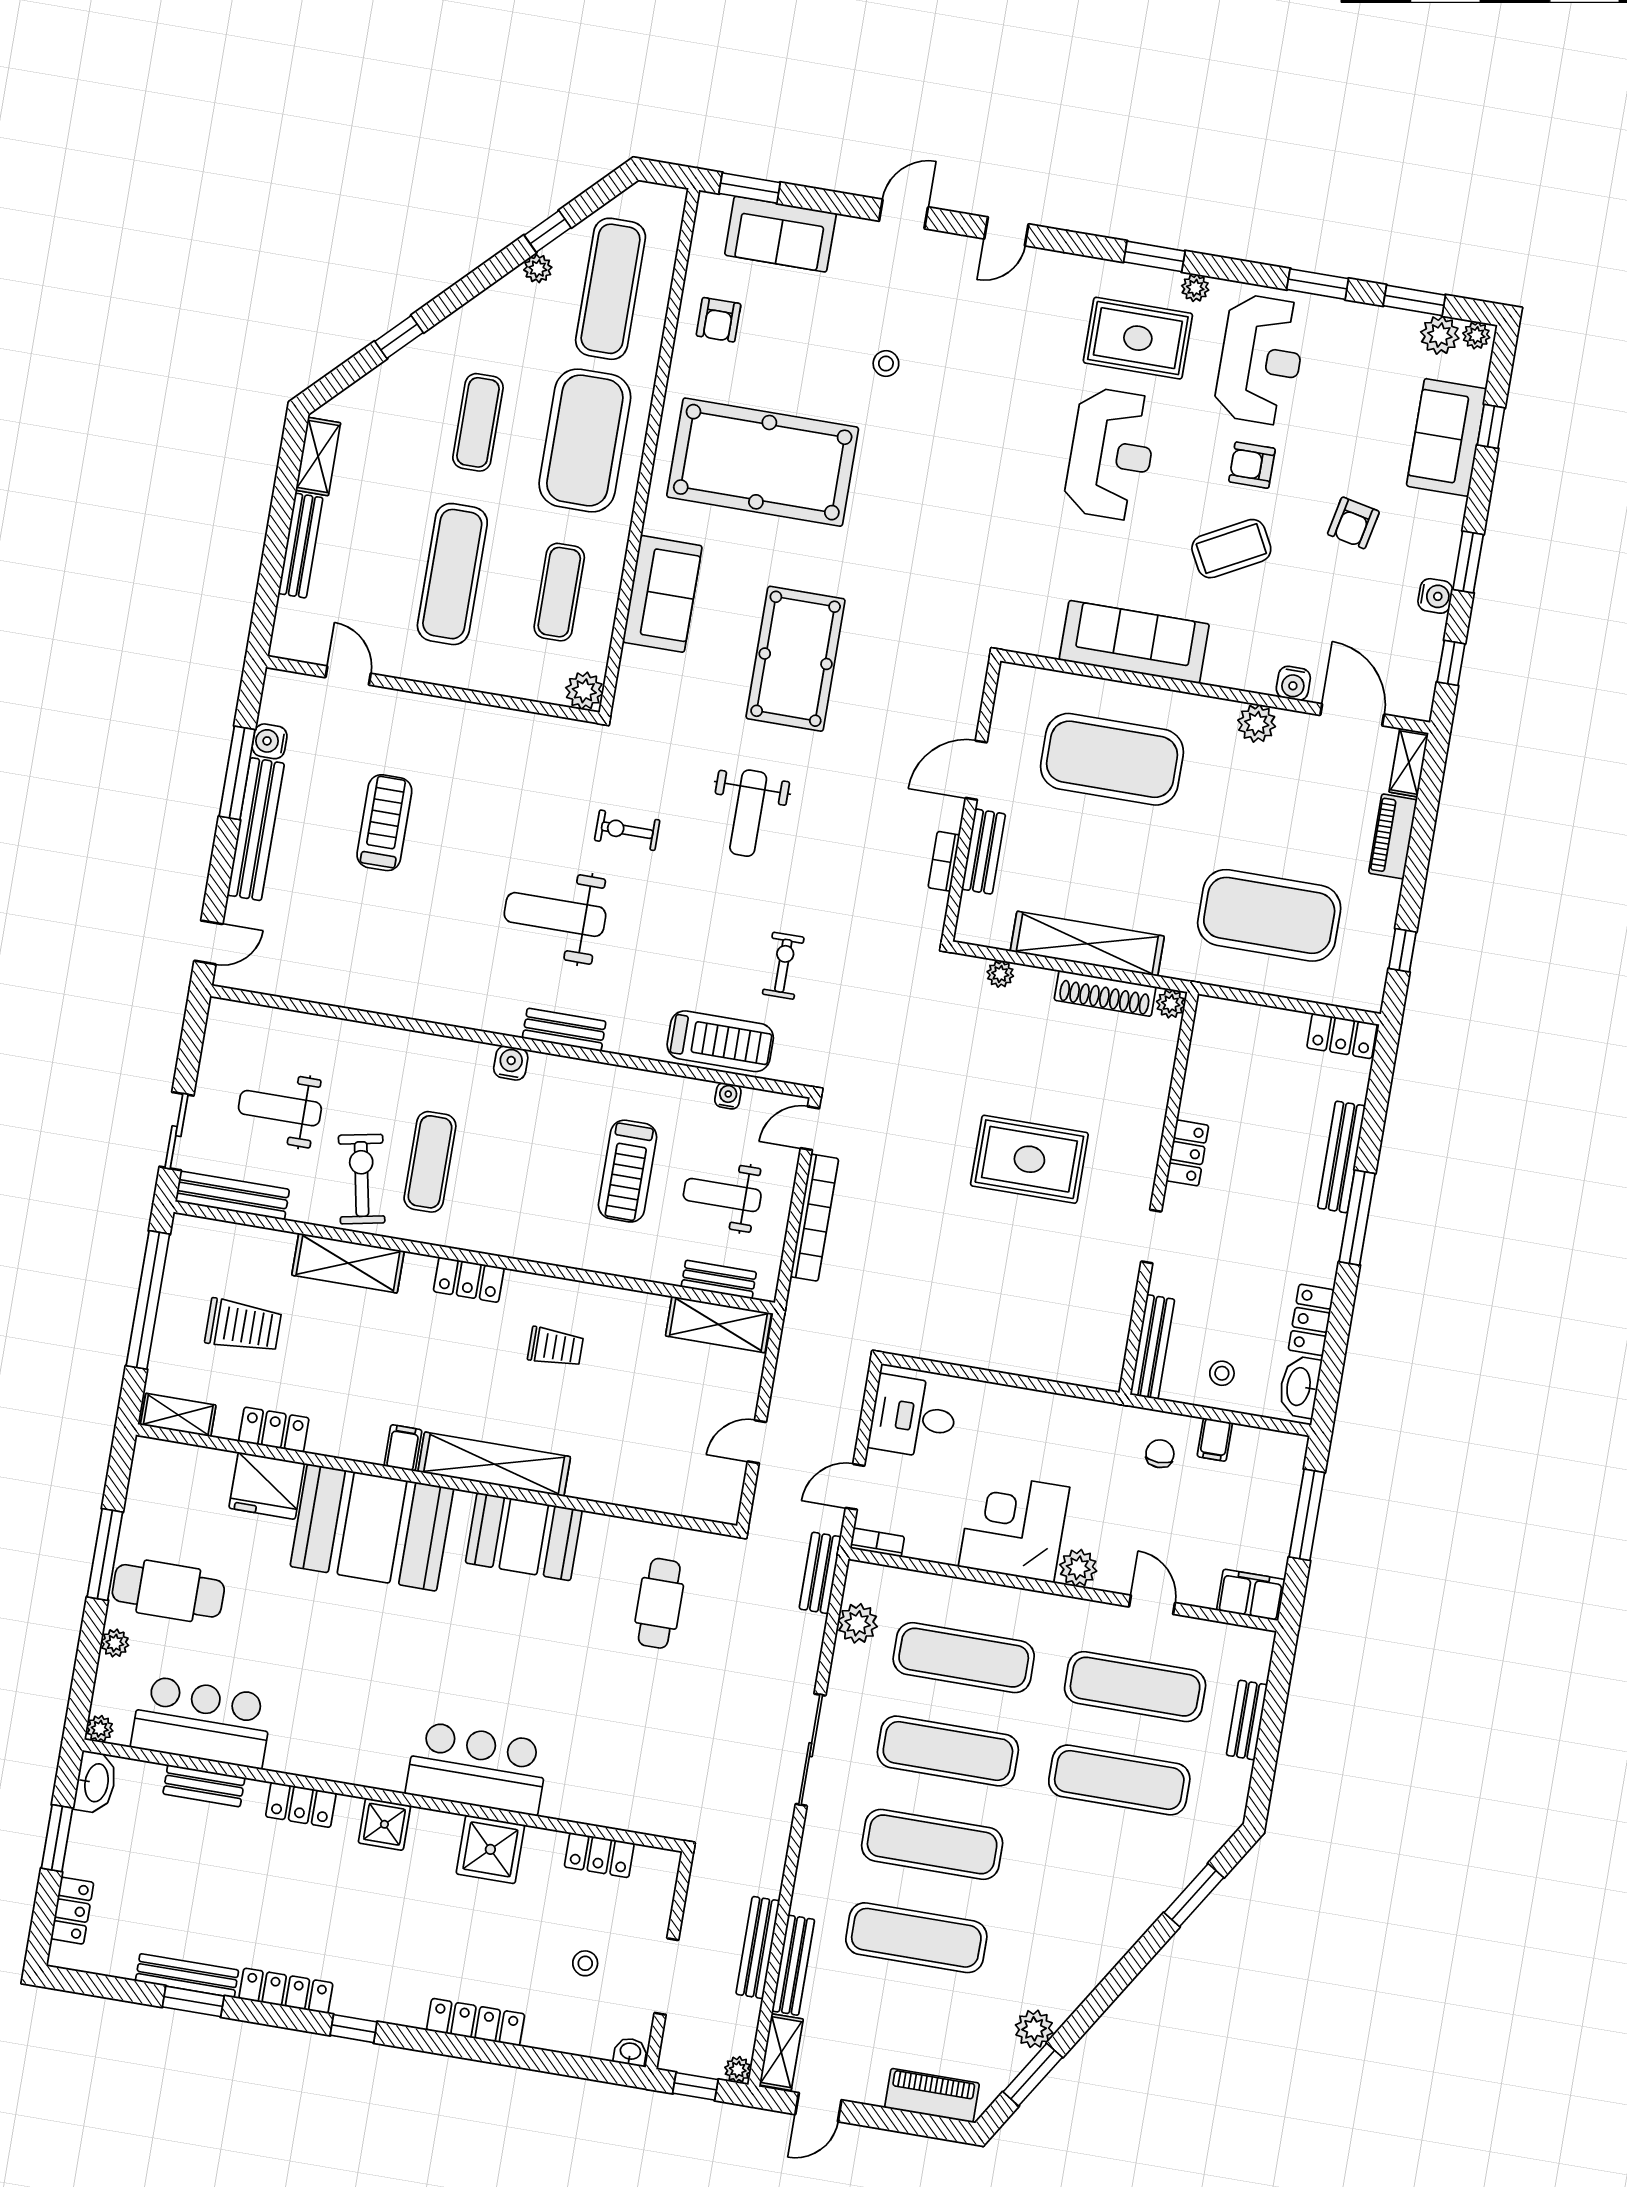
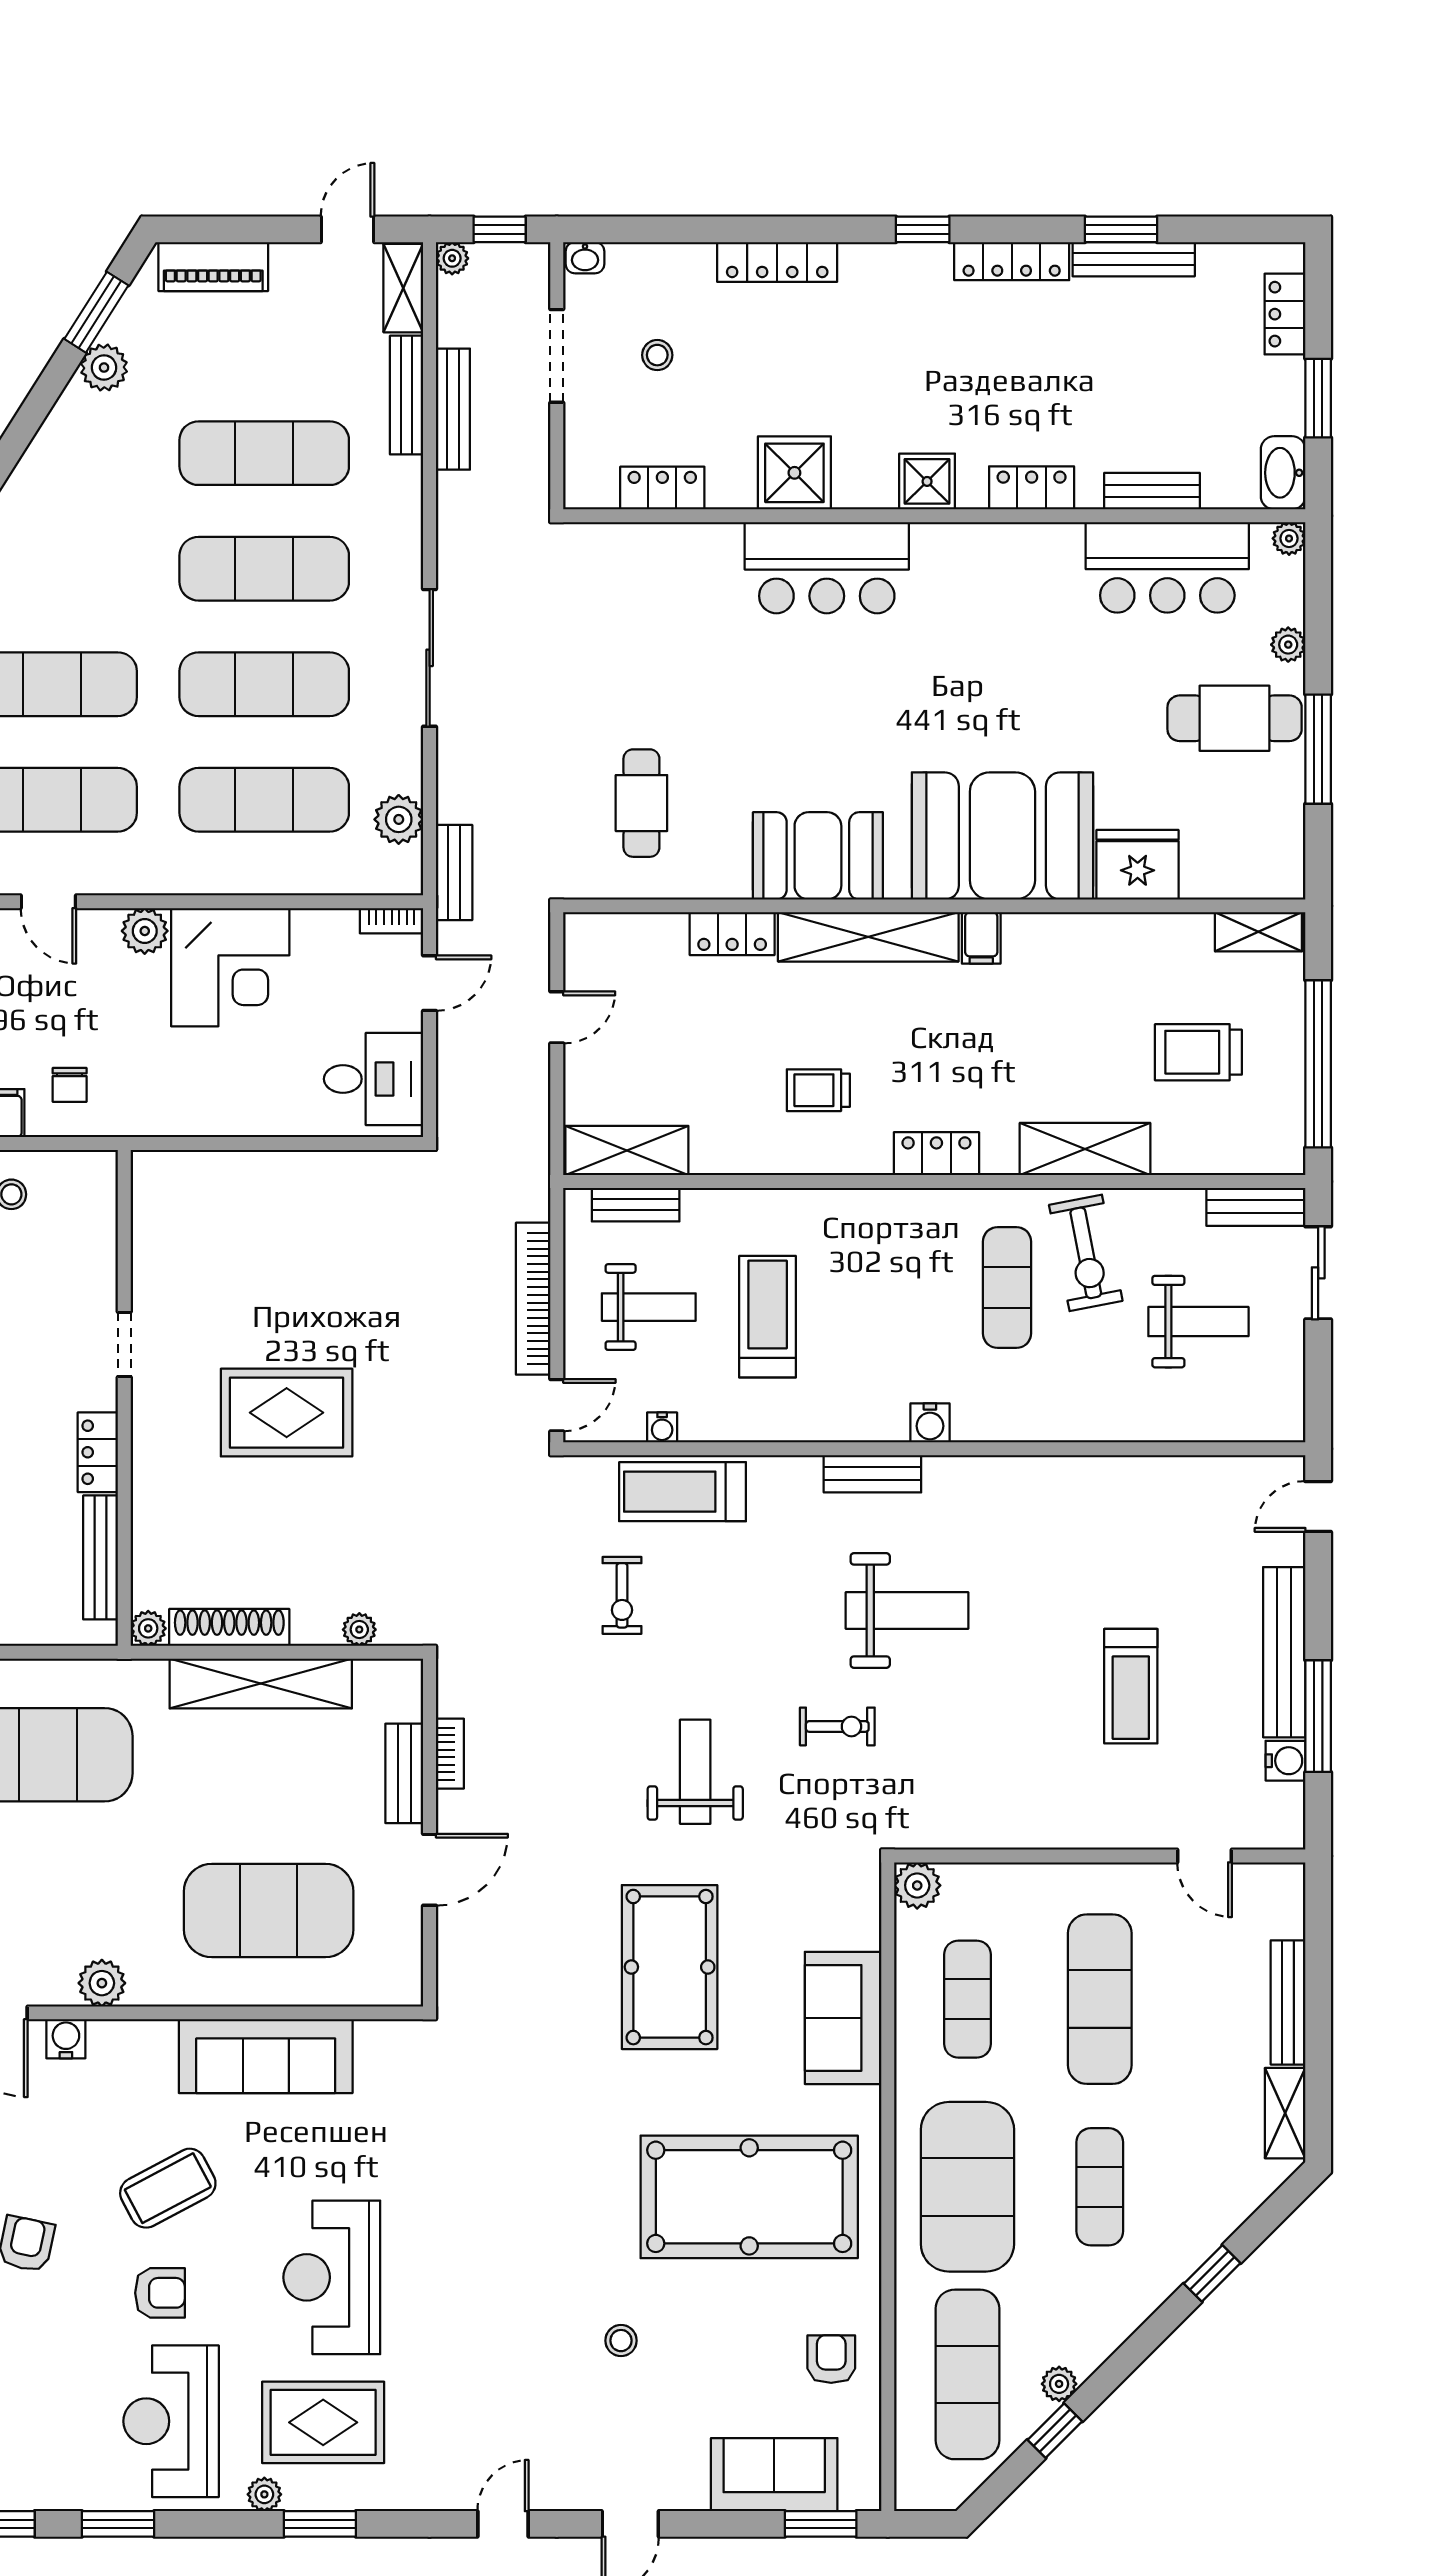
bench: (232, 1195) -> (1256, 1207), width x0.73
bench: (1152, 1347) -> (100, 1557), moved
locker: (274, 1430) -> (732, 934), moved

